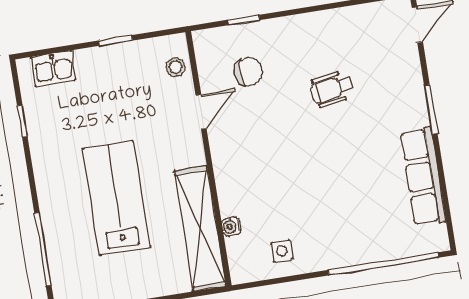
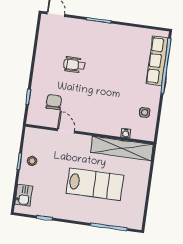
stool: (176, 67) -> (32, 161), moved
wheelchair: (332, 89) -> (74, 65), turned 98
row of seats: (423, 176) -> (157, 61), moved, turned 90
lab bench: (116, 198) -> (95, 184), turned 180

